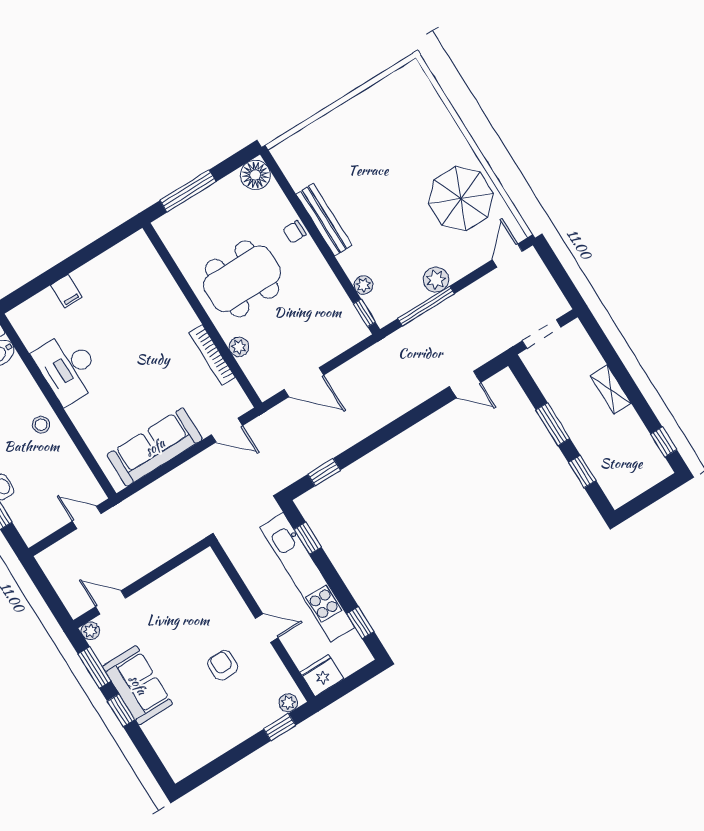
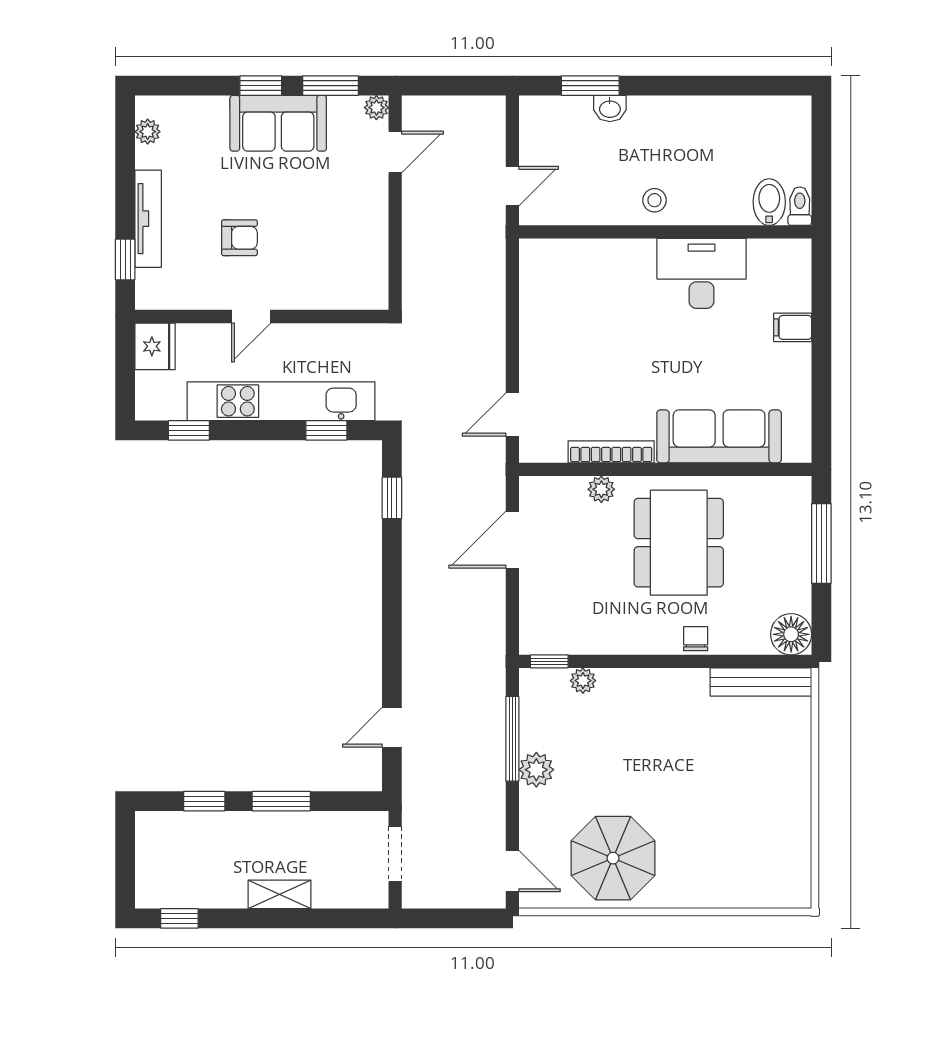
bench: (324, 220) -> (761, 682), moved
sofa: (155, 447) -> (719, 436), moved, turned -90
plant: (288, 703) -> (148, 132), moved
tv unit: (246, 729) -> (148, 219), added

